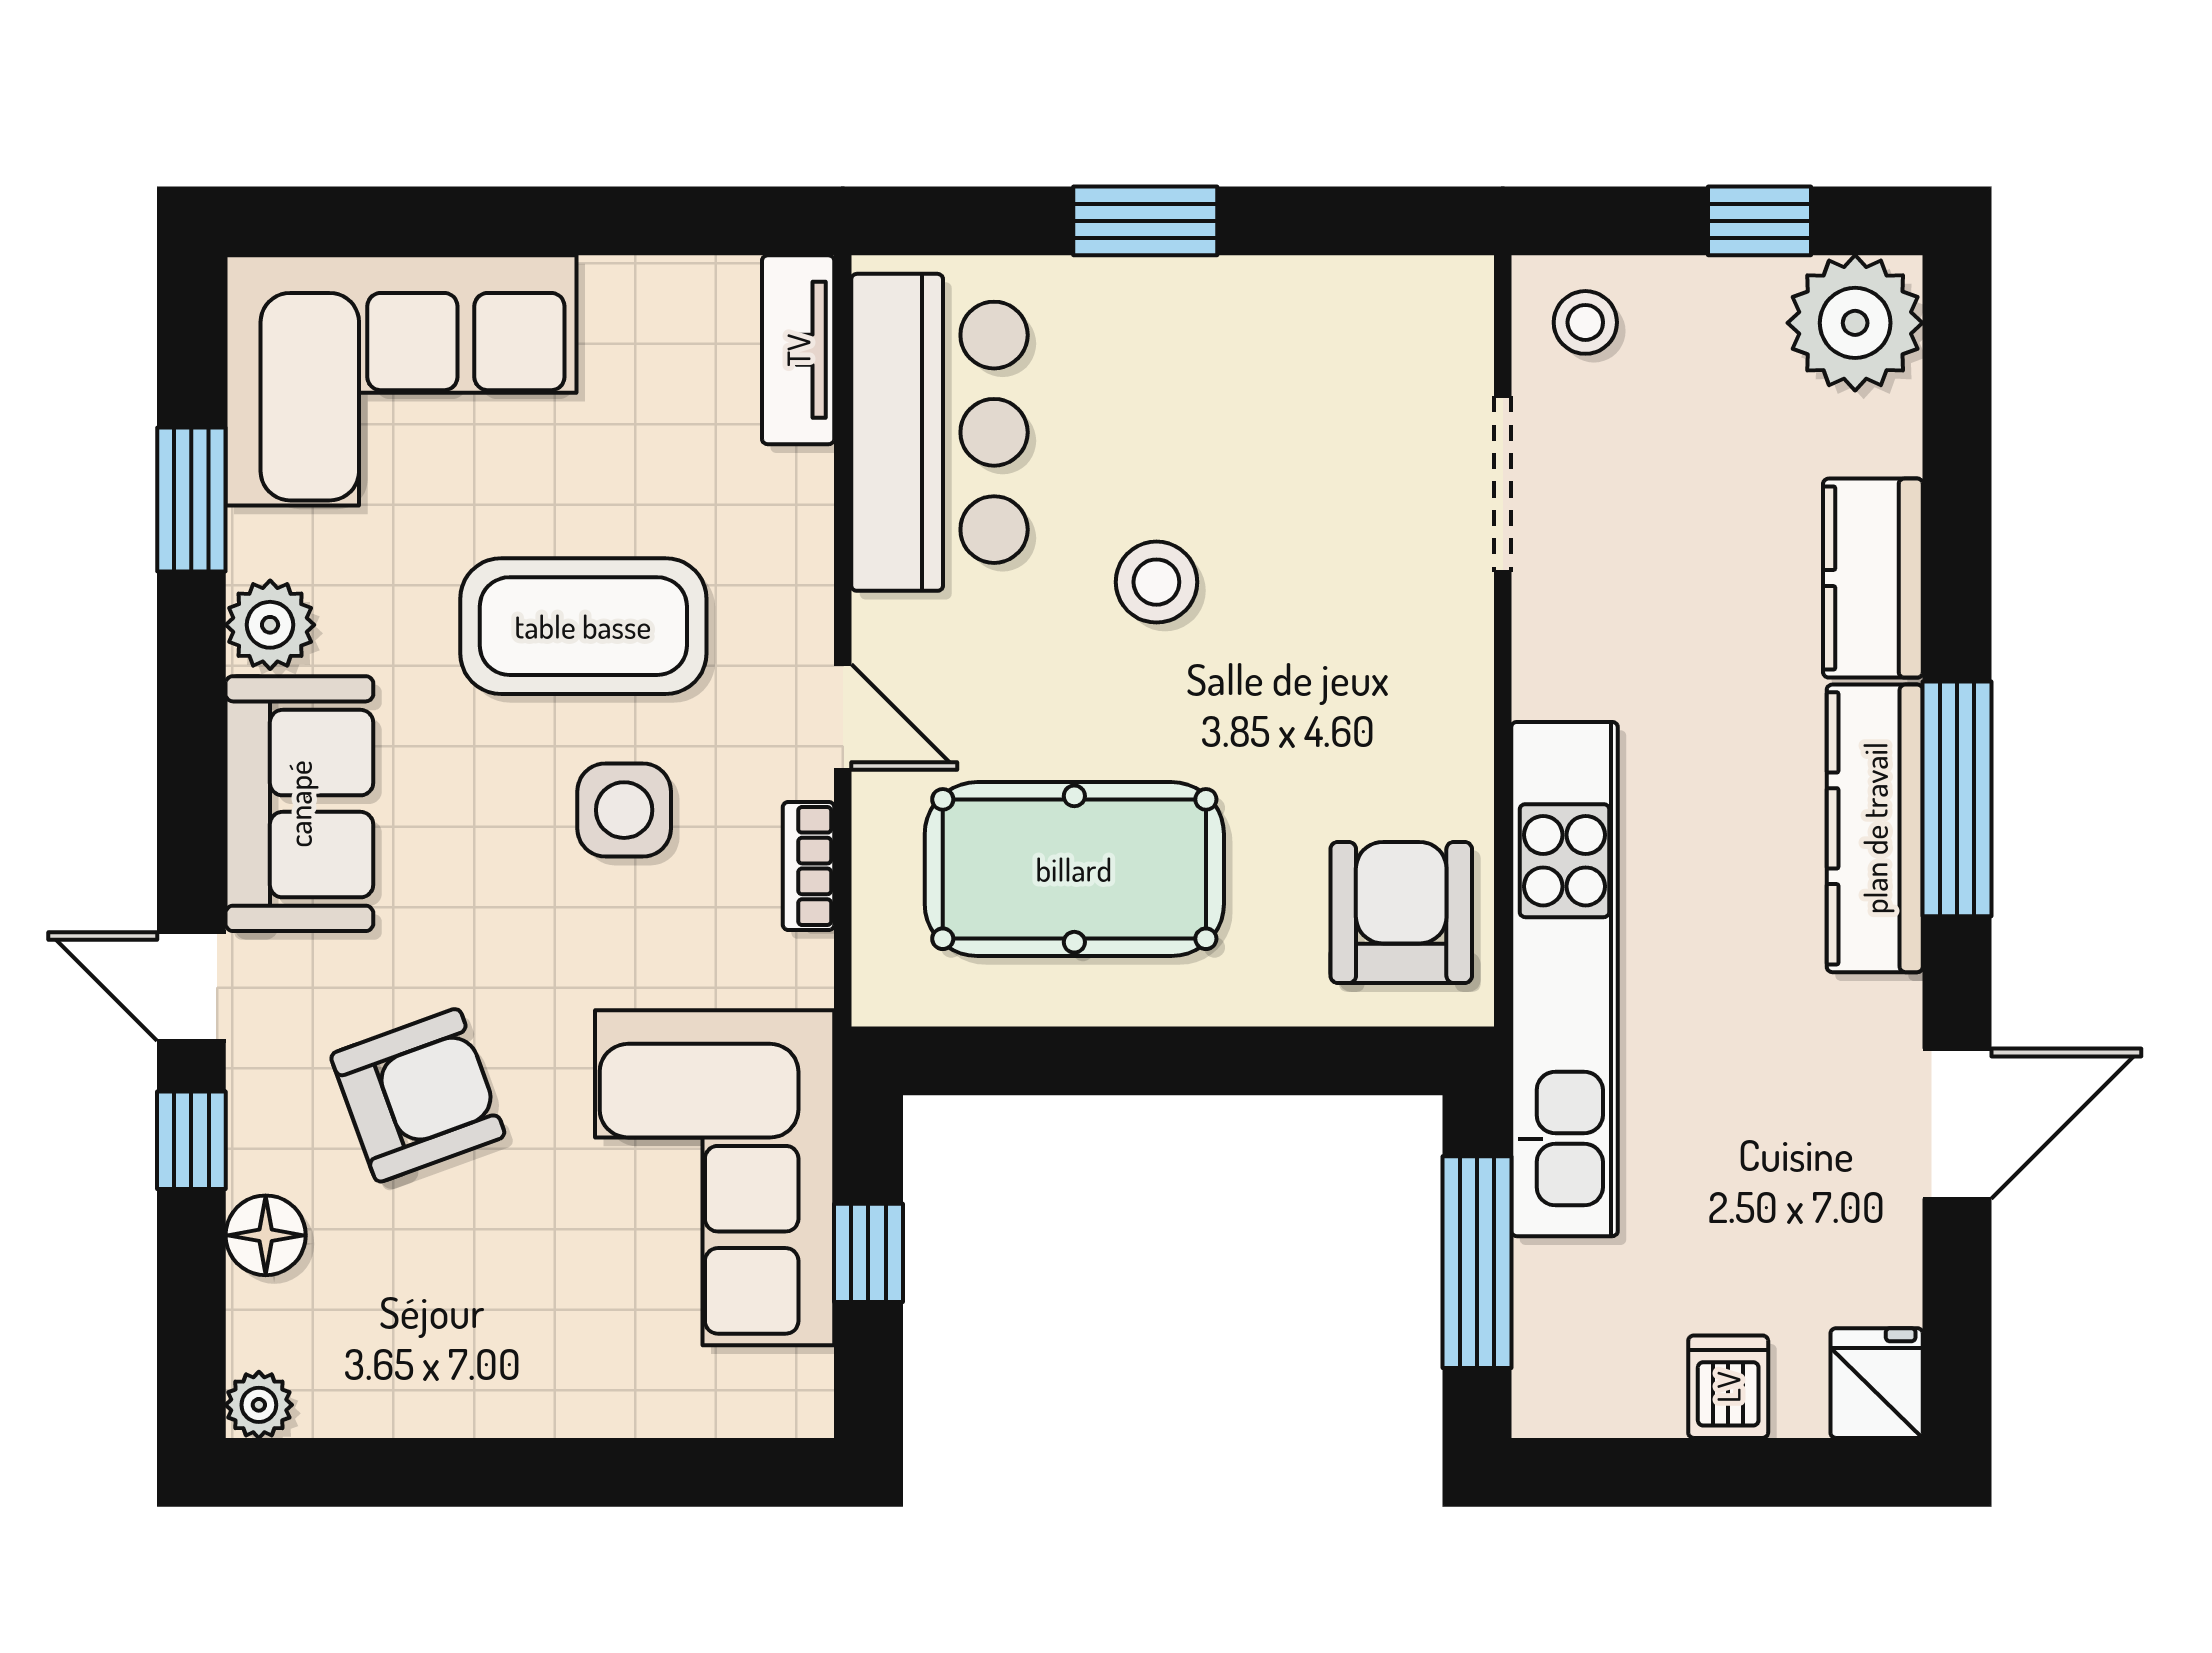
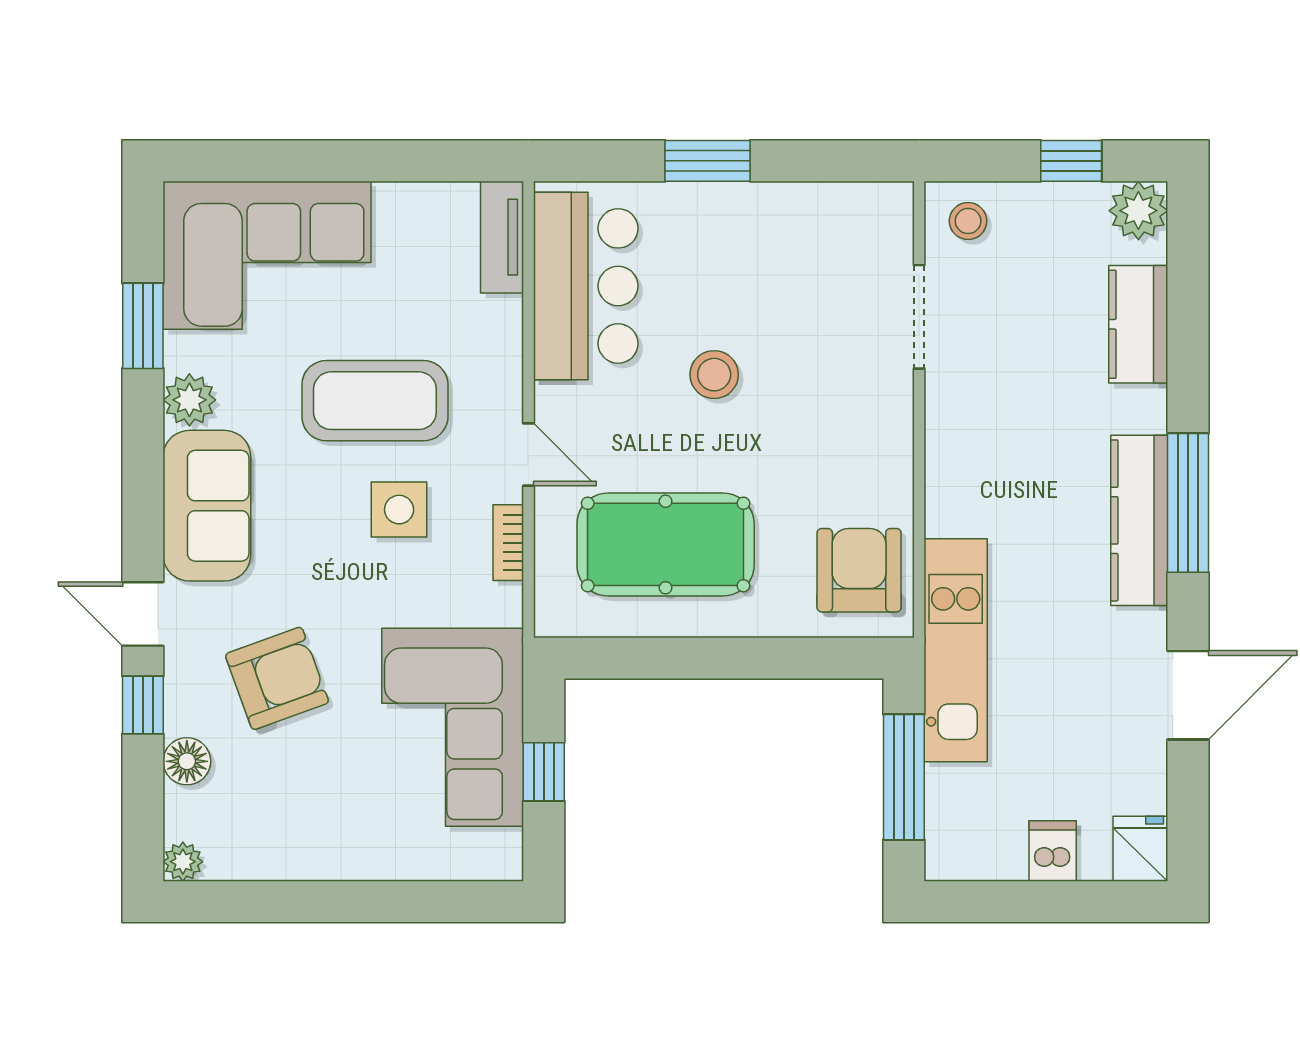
plant: (1855, 323) -> (1138, 211), width x0.73, depth x0.73
kitchen counter: (1873, 578) -> (1138, 324), moved
kitchen unit: (1564, 979) -> (956, 650), width x0.73

